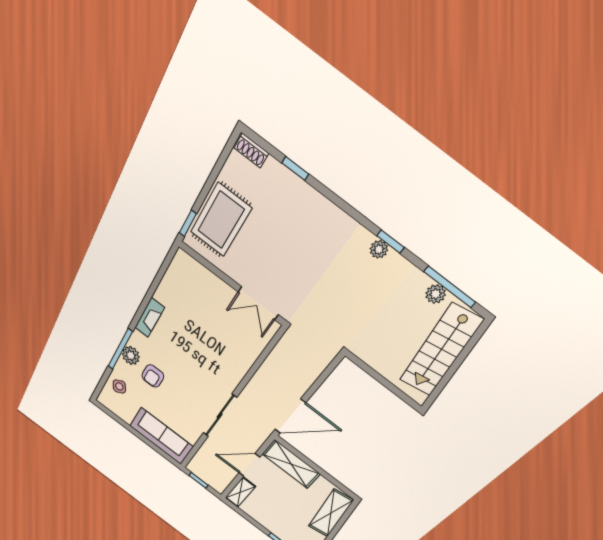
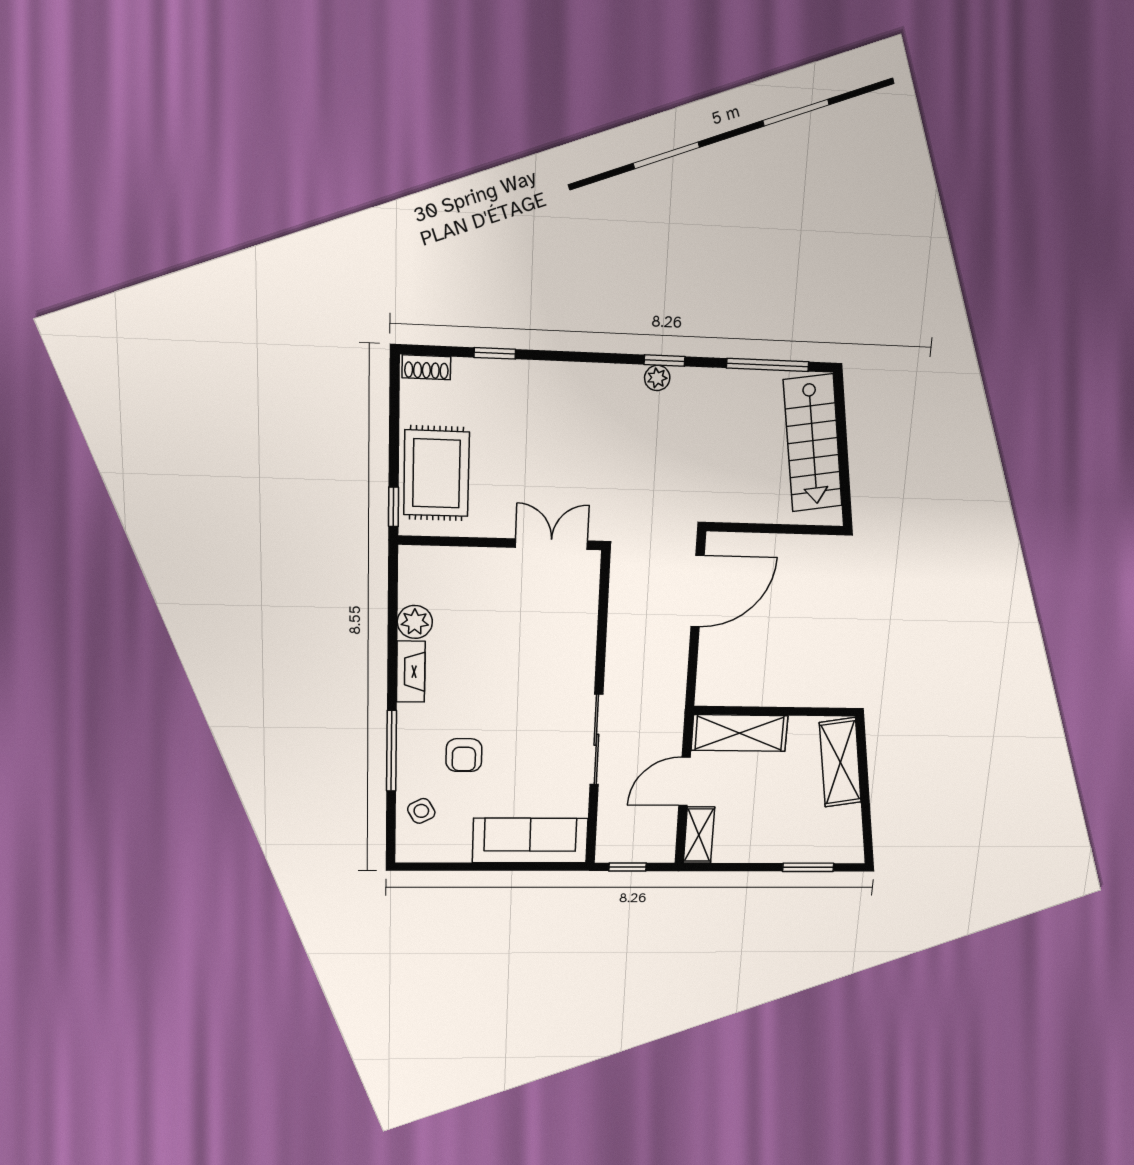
plant: (436, 294) -> (758, 383), removed
double door: (258, 303) -> (552, 544), swing flipped
plant: (131, 356) -> (415, 622), moved
door: (290, 416) -> (698, 591), moved

